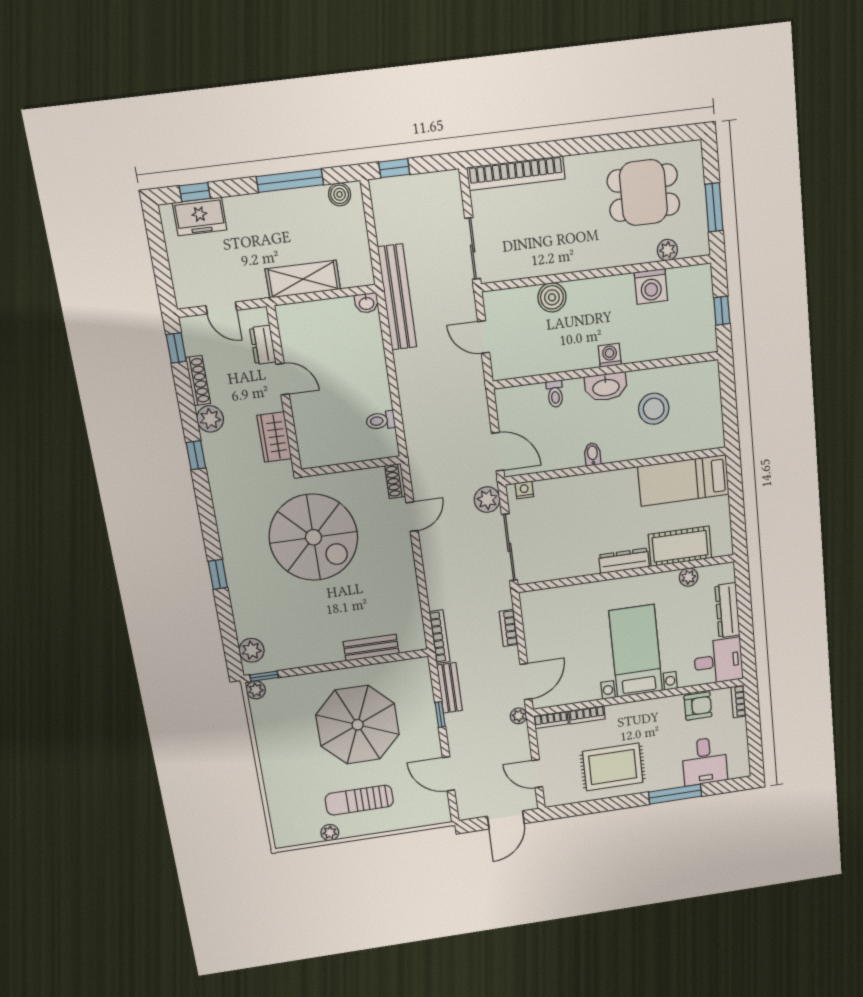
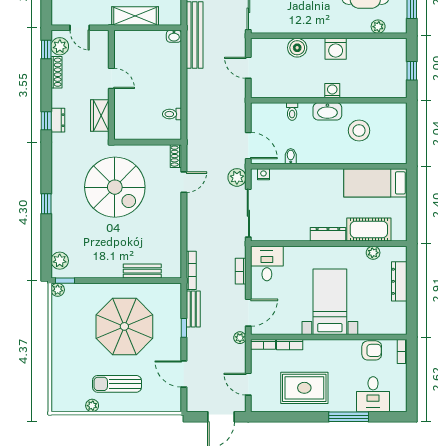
washing machine: (651, 286) -> (336, 49), moved
dresser: (263, 345) -> (58, 120), moved, turned 180
plant: (210, 419) -> (60, 46), moved
bidet: (593, 454) -> (291, 156), moved
desk: (718, 661) -> (267, 263), moved, turned -90

